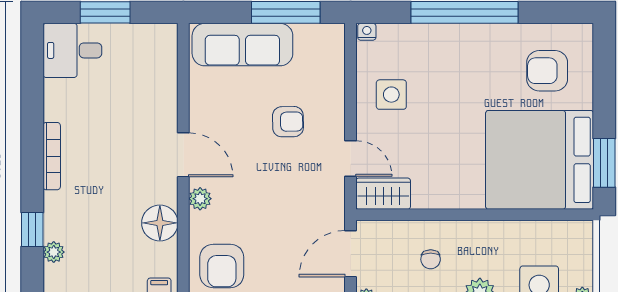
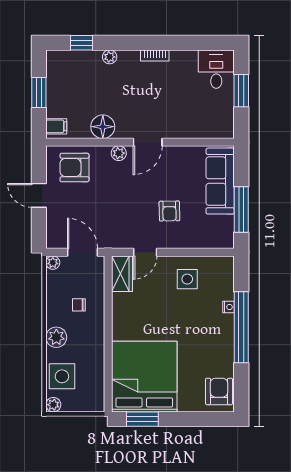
nightstand: (367, 32) -> (229, 307), moved
armchair: (547, 71) -> (219, 391), moved
bookcase: (52, 156) -> (155, 56), width x0.64
window: (32, 230) -> (81, 43), moved
plant: (54, 252) -> (110, 57), moved

